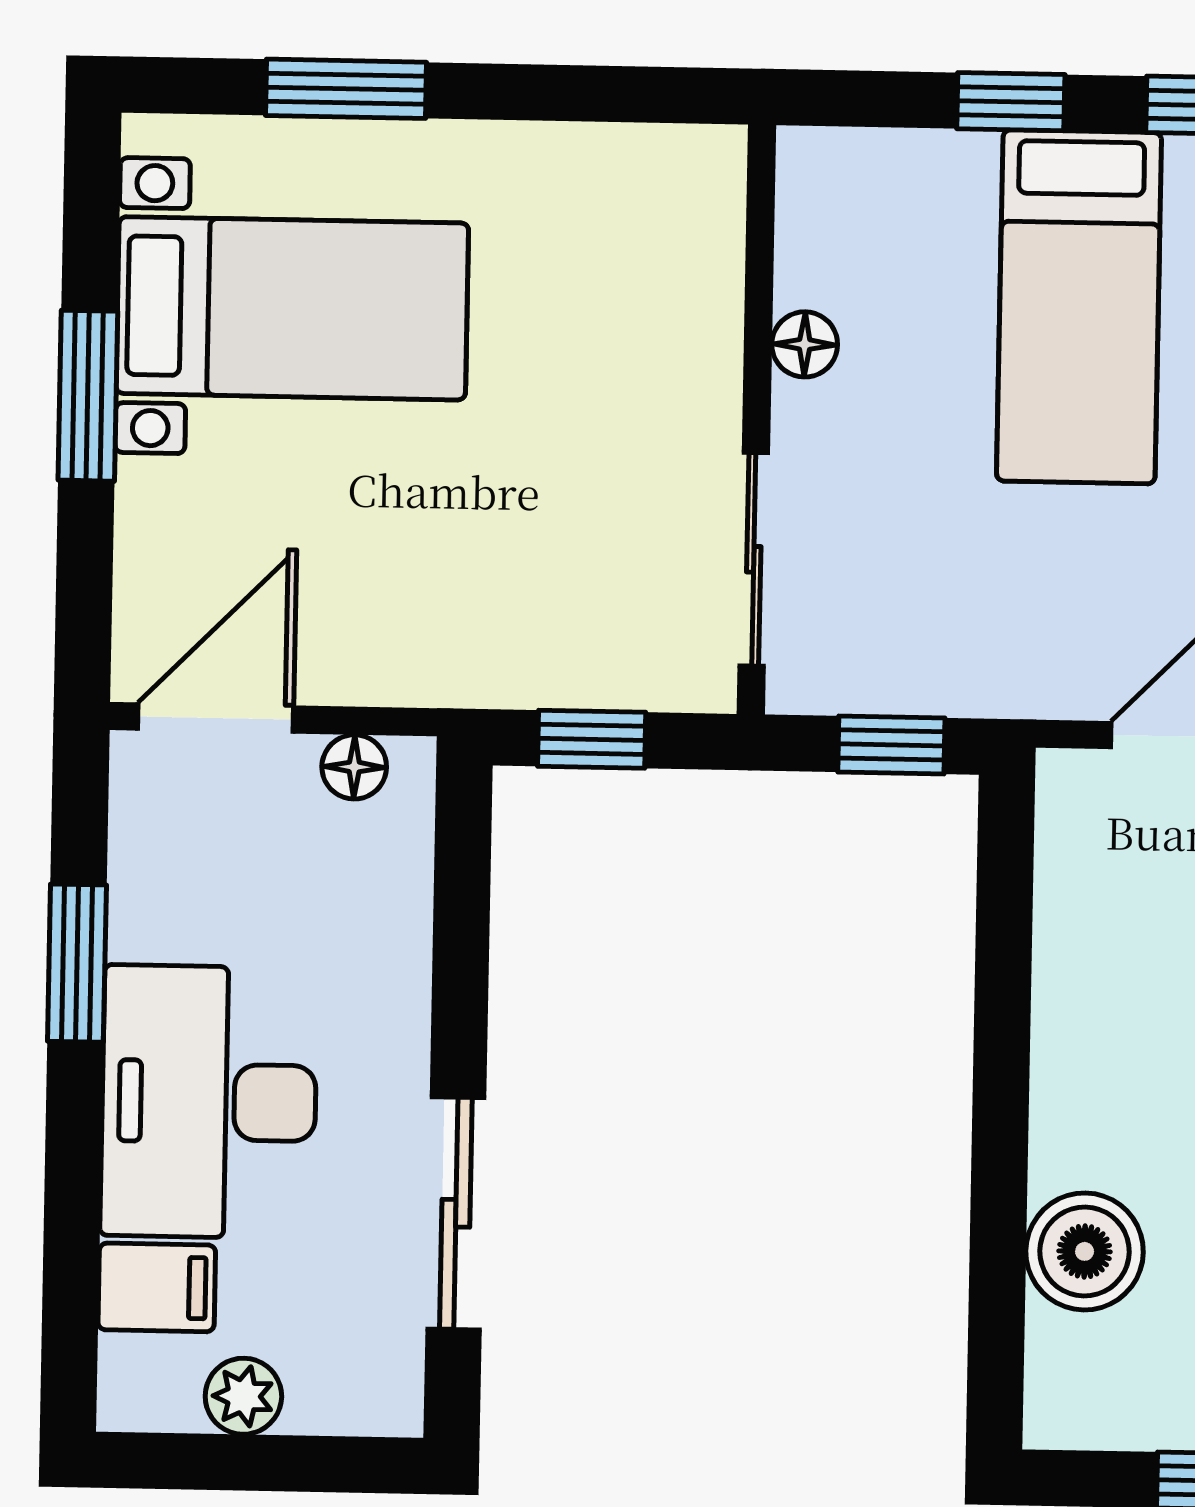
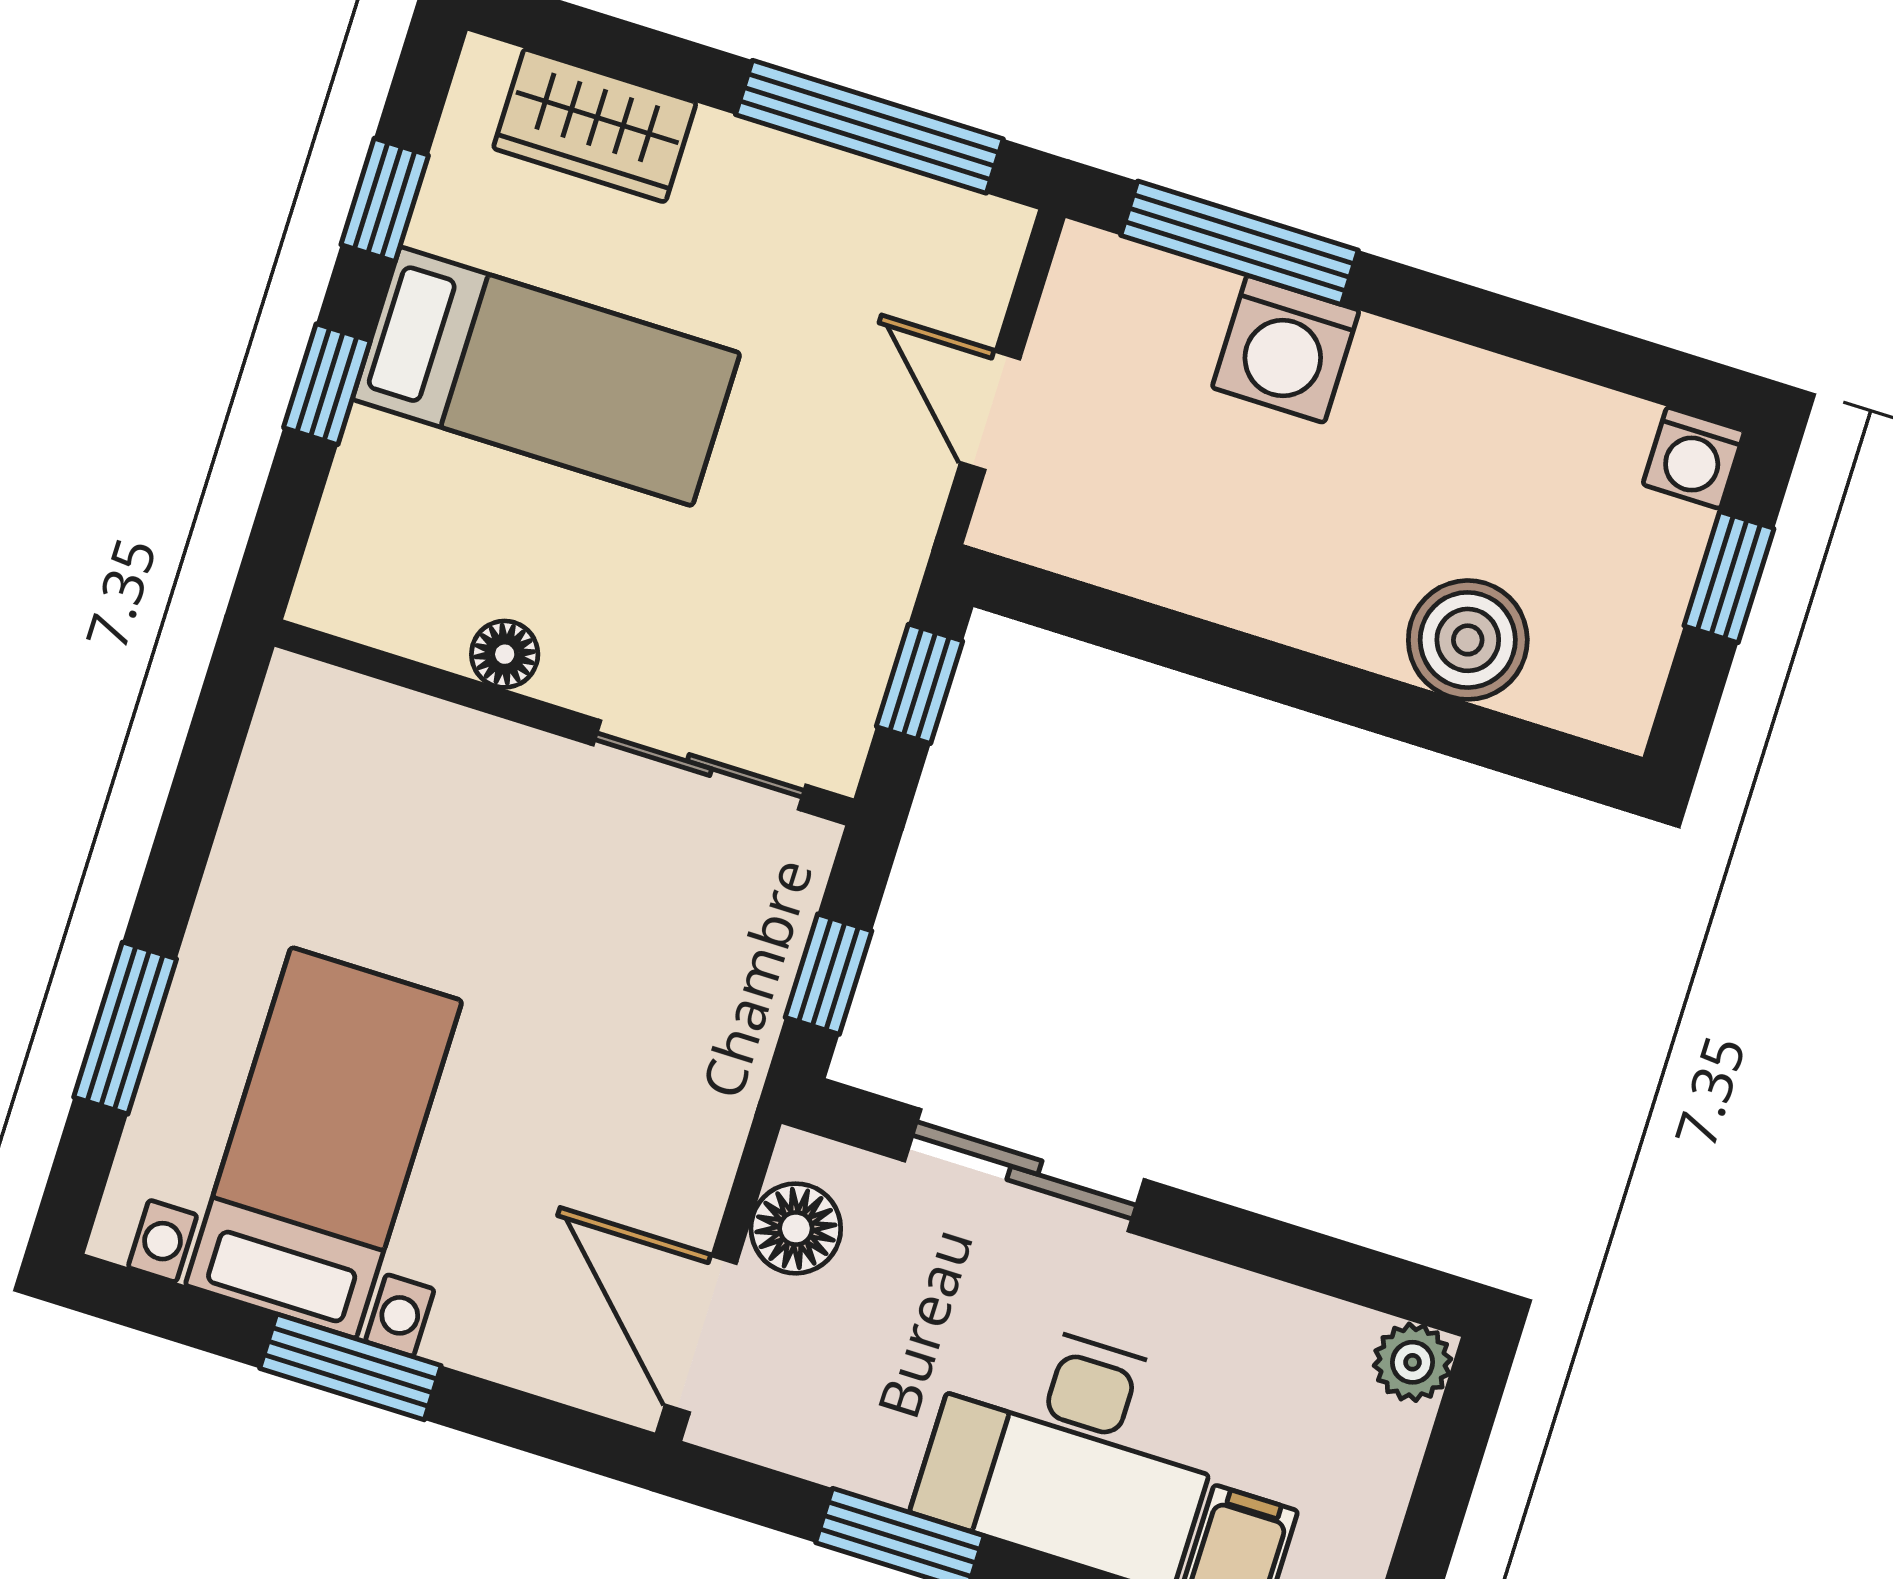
floor lamp: (354, 767) -> (796, 1228), width x1.37, depth x1.37
sliding door: (456, 1213) -> (1024, 1170), moved
plant: (243, 1396) -> (1413, 1362), moved

